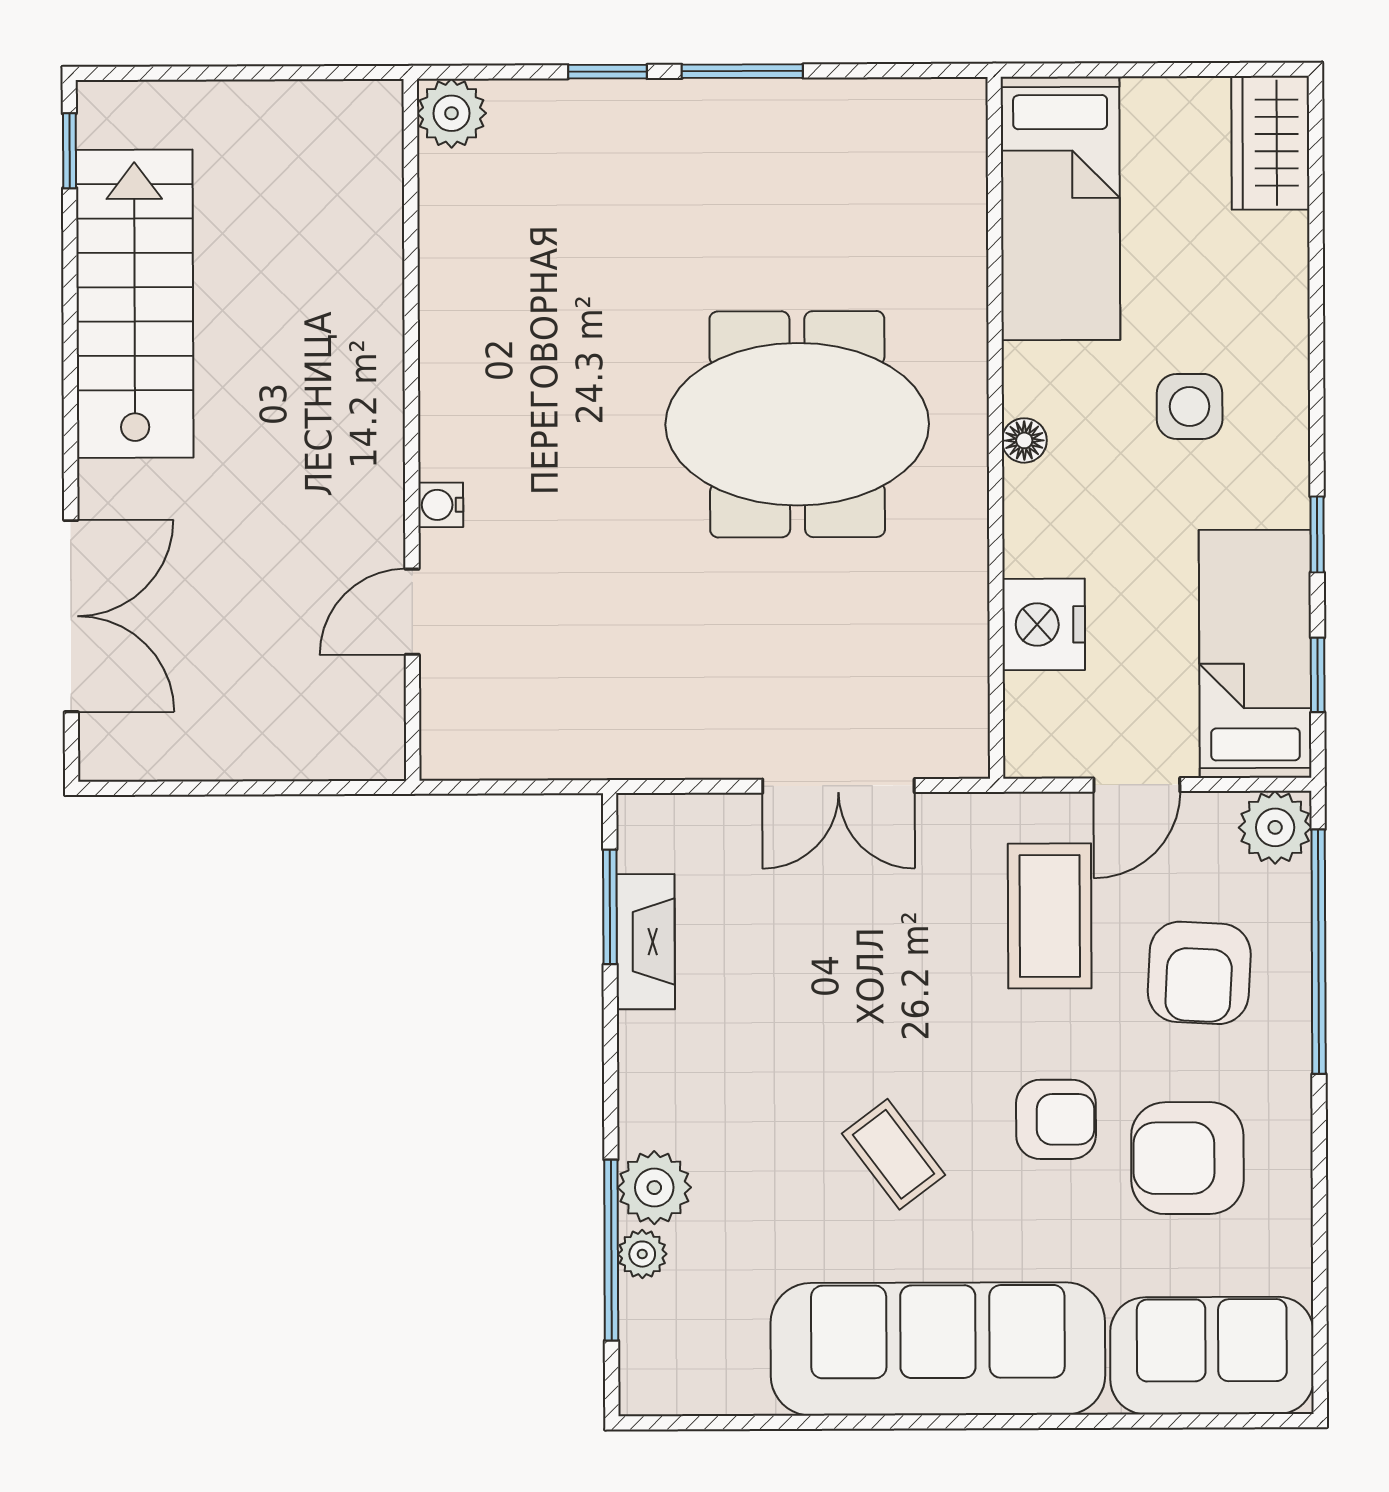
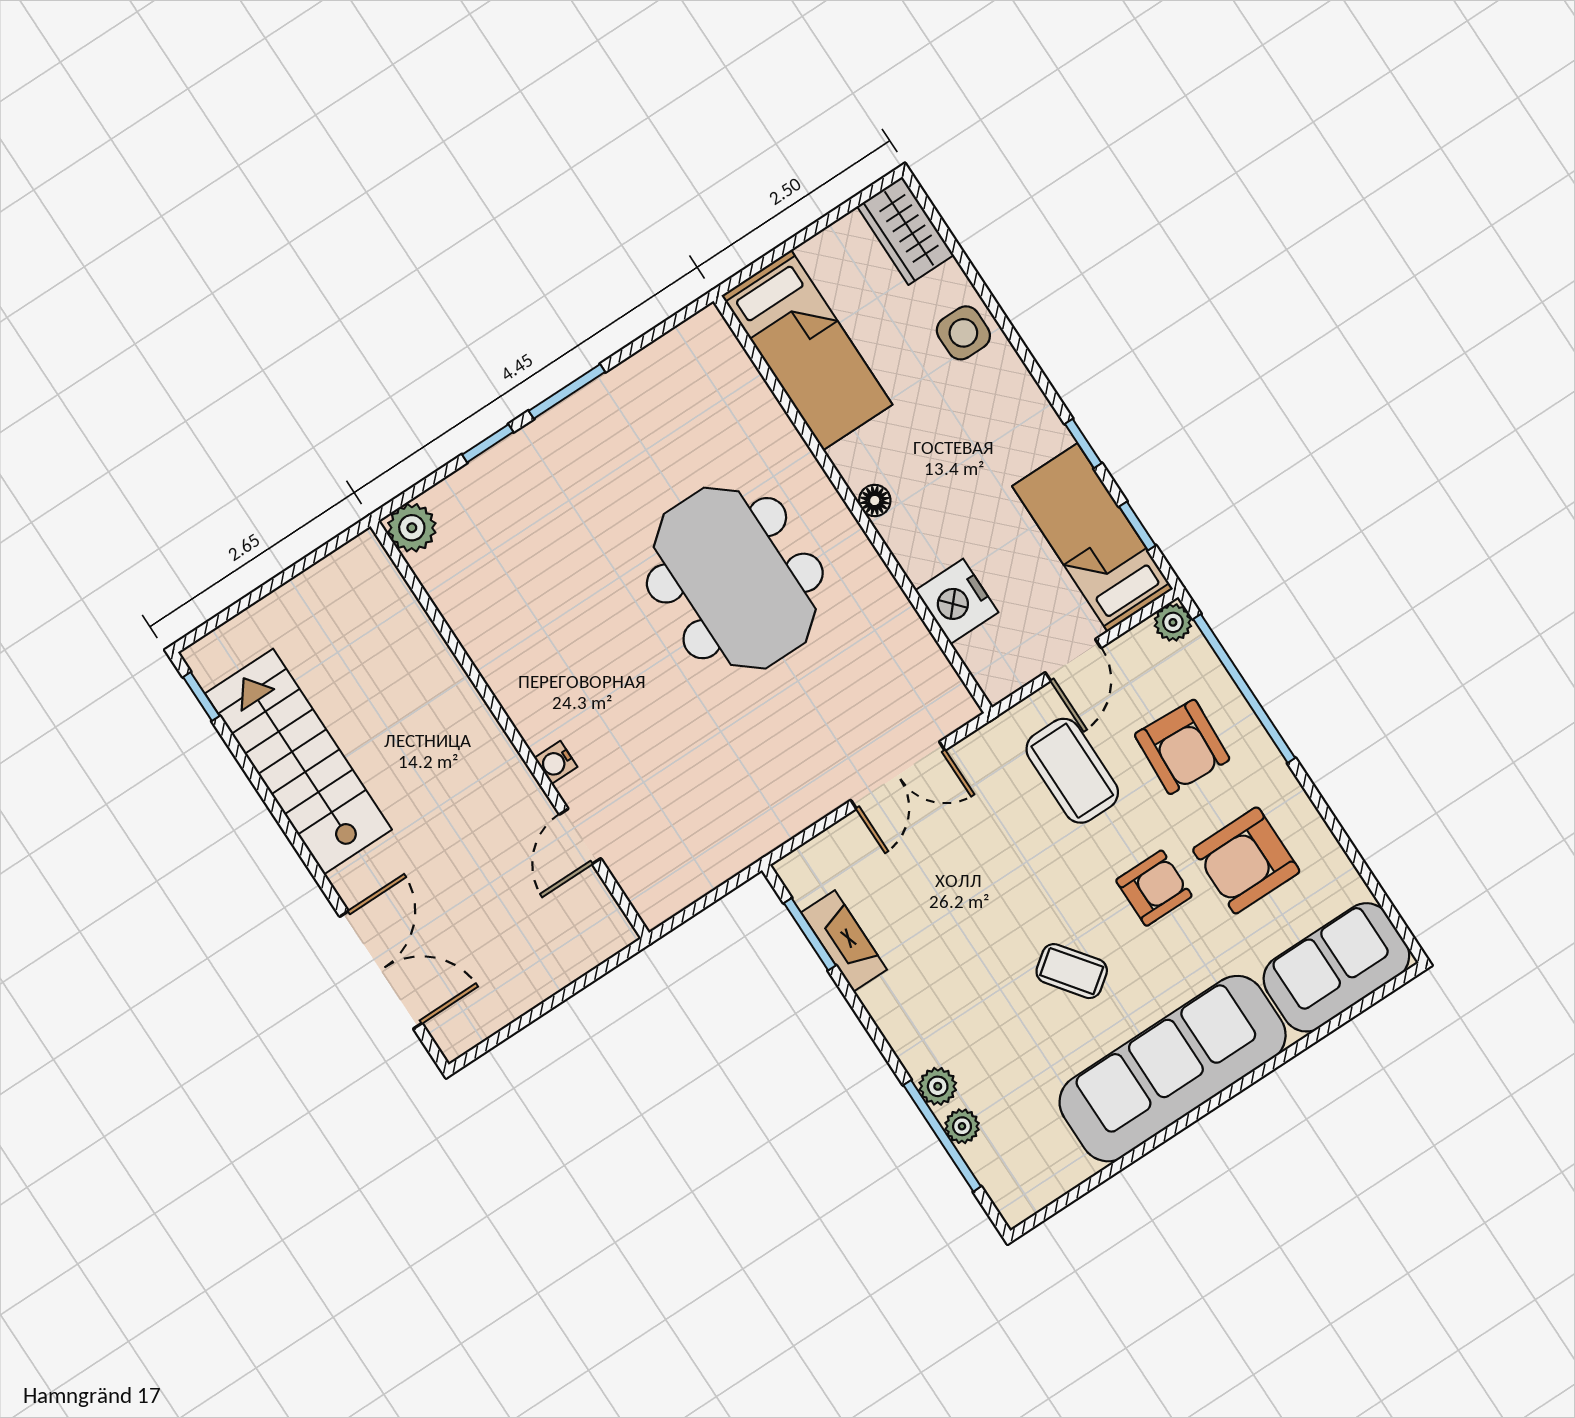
side table: (1190, 406) -> (963, 333), moved
meeting table: (797, 424) -> (735, 578), turned 90
plant: (1275, 827) -> (1173, 622), width x0.73, depth x0.73
plant: (654, 1188) -> (938, 1086), width x0.73, depth x0.73

